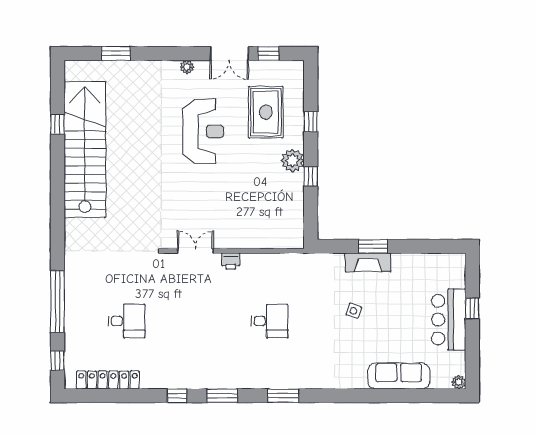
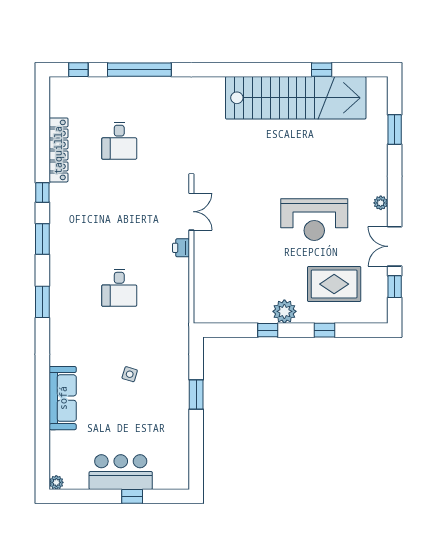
fireplace: (368, 262) -> (180, 389), removed
sofa: (399, 376) -> (63, 398), moved
locker: (108, 380) -> (58, 150), moved

